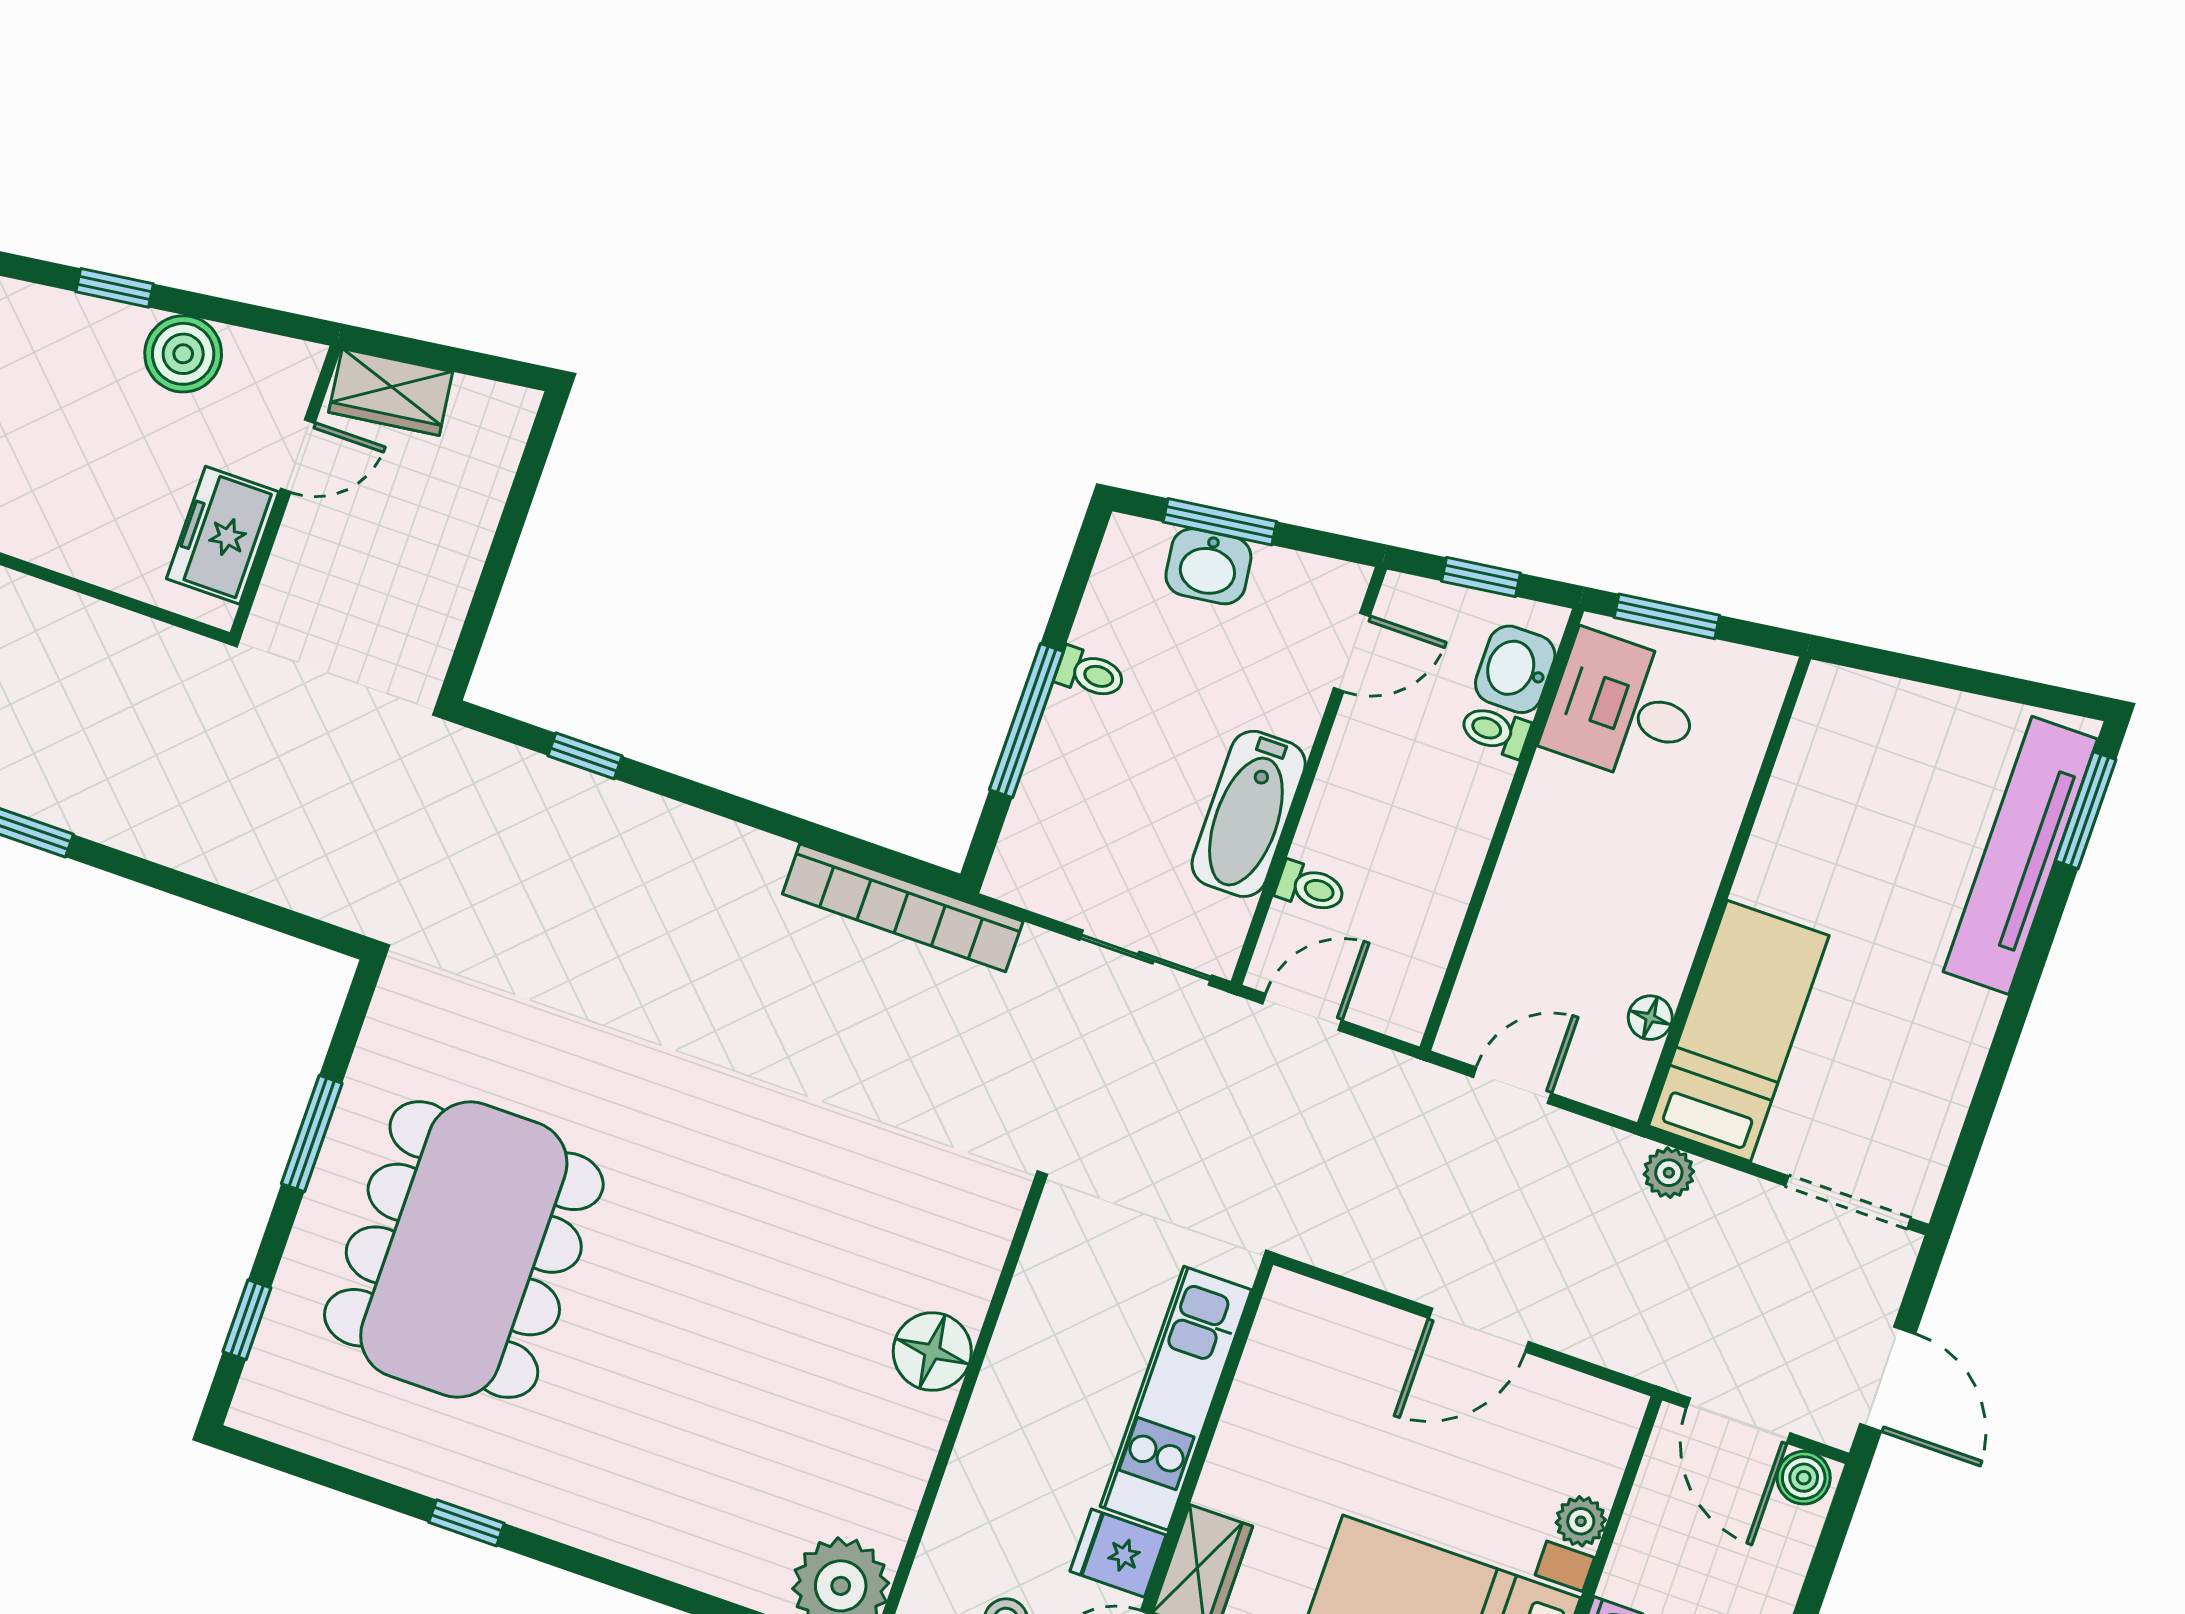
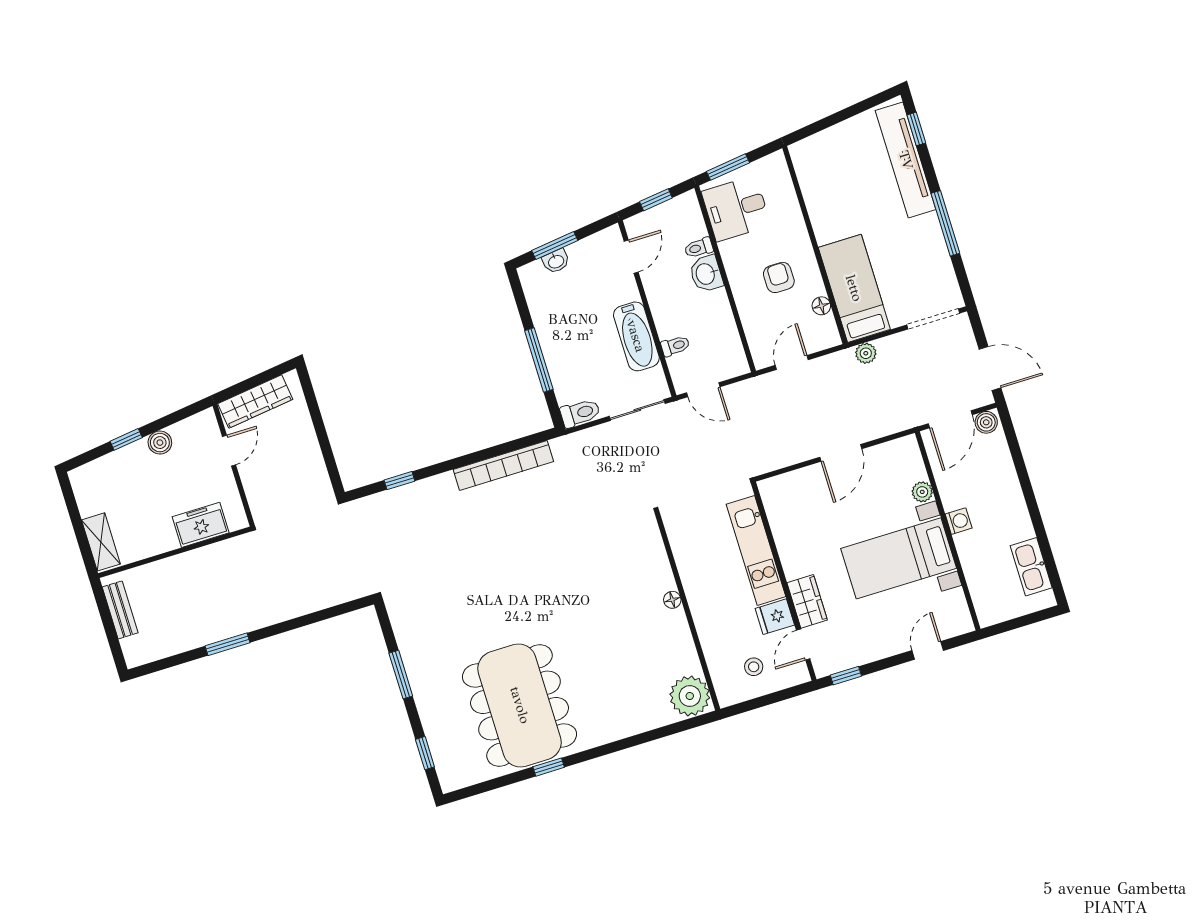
boiler: (183, 354) -> (160, 443), width x0.73, depth x0.73
wardrobe: (391, 392) -> (255, 402), width x1.50
freezer: (223, 535) -> (201, 525), moved, turned 90
washbasin: (1208, 566) -> (556, 261), width x0.72, depth x0.69
washbasin: (1515, 669) -> (706, 274), moved
toilet: (1090, 673) -> (580, 413), moved, width x1.37, depth x1.39
window: (2086, 810) -> (916, 129), width x0.67
armchair: (1608, 902) -> (779, 277), added
bookcase: (903, 908) -> (503, 466), moved
door: (1302, 1012) -> (703, 390), swing flipped
window: (2008, 1034) -> (945, 223), added
dining table: (464, 1250) -> (520, 705), moved
floor lamp: (932, 1352) -> (672, 600), width x0.53, depth x0.53
door: (1738, 1421) -> (950, 419), hinge flipped

